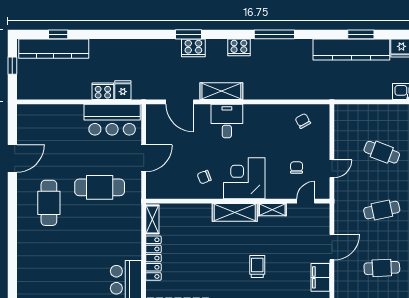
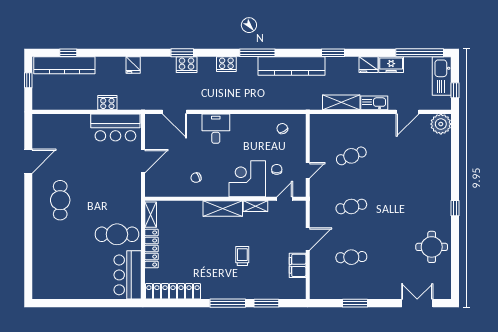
kitchen counter: (351, 49) -> (291, 66), moved
fridge: (123, 90) -> (133, 65), moved, turned 180
shelving: (221, 91) -> (341, 102), moved
cafe table: (382, 152) -> (351, 156), turned -42
corner desk: (244, 178) -> (247, 179), moved
cafe table: (100, 187) -> (117, 234), moved

